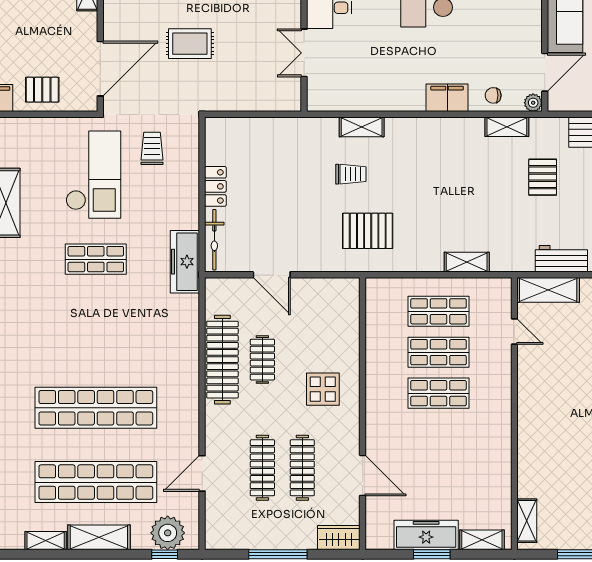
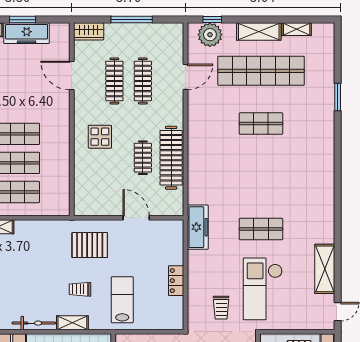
lab bench: (291, 159) -> (122, 300), added
pallet: (368, 231) -> (90, 245), moved
bicycle: (214, 240) -> (34, 323), moved, turned 90
shop shelf: (96, 408) -> (261, 124), width x0.50, depth x0.74

